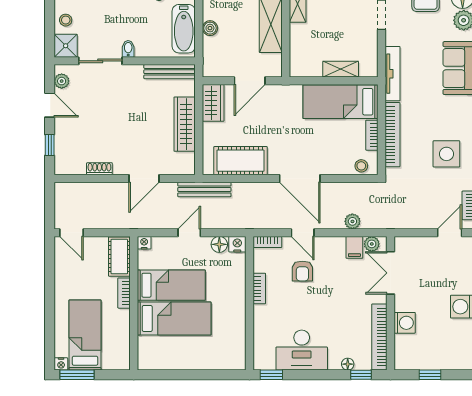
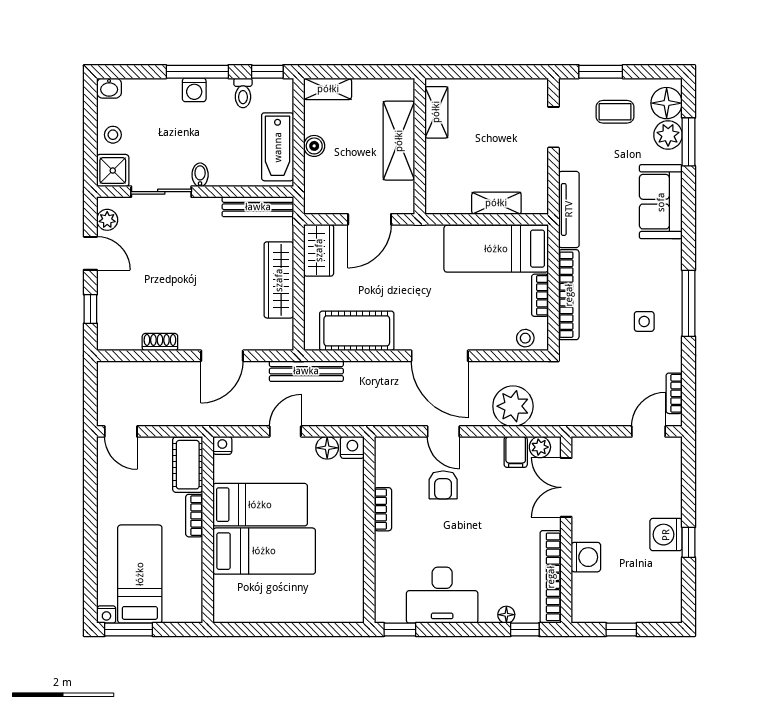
side table: (446, 154) -> (644, 321), width x0.54, depth x0.54
plant: (352, 221) -> (513, 406), width x1.87, depth x1.87
bookcase: (267, 242) -> (394, 444), removed

